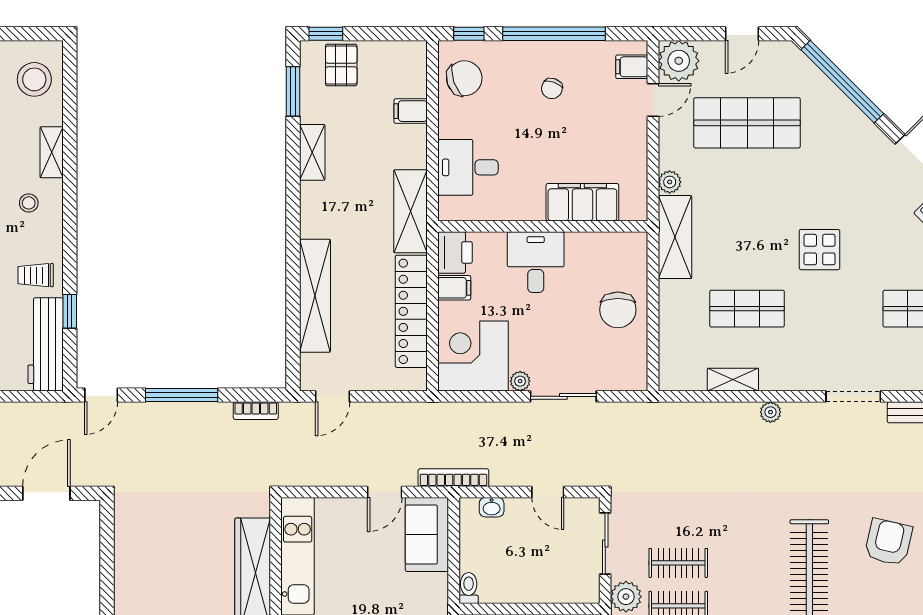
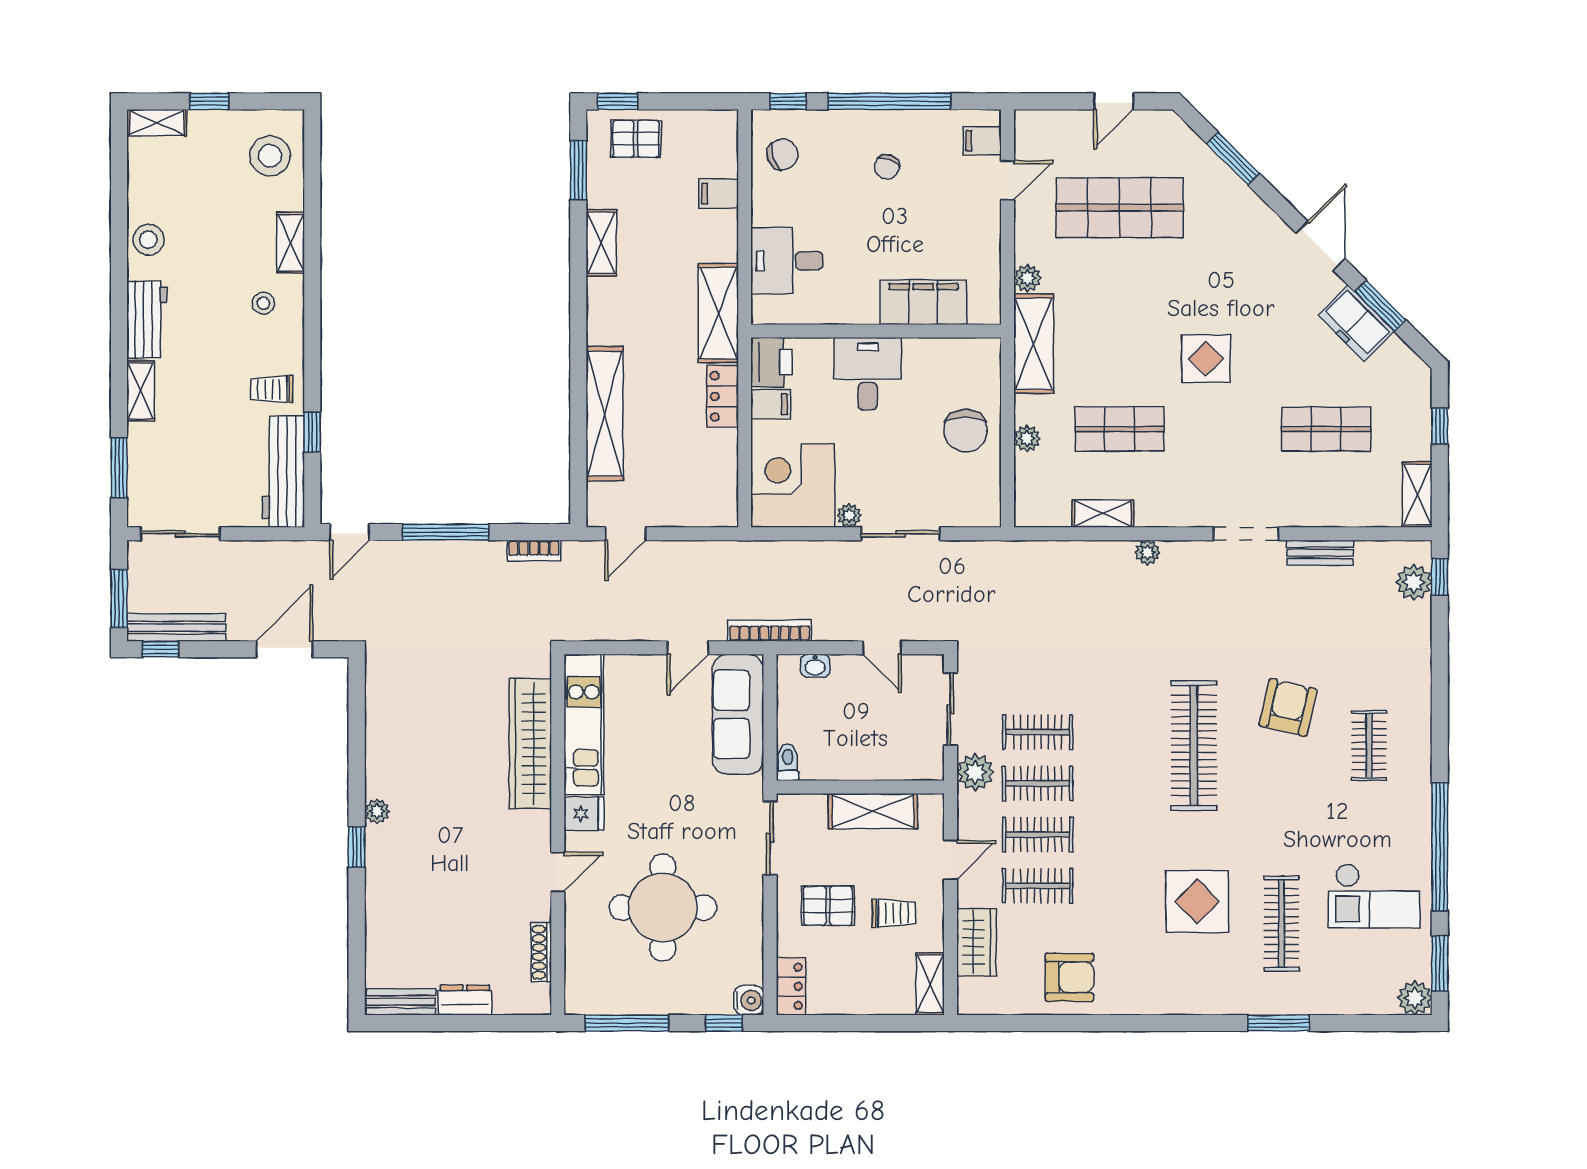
plant: (679, 61) -> (1027, 438), moved, width x0.53, depth x0.53
pallet: (341, 65) -> (636, 139), turned 90
chair: (464, 78) -> (783, 155), width x0.73, depth x0.73
window: (842, 82) -> (1233, 159), width x0.47
locker: (411, 311) -> (723, 396), width x0.46, depth x0.83
sofa: (427, 535) -> (738, 714), width x1.36

